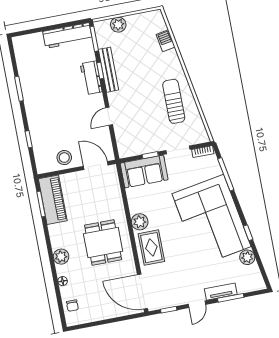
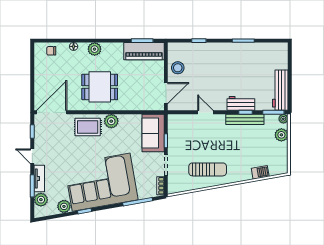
plant: (99, 26) -> (283, 119), added
plant: (245, 285) -> (41, 200), added

